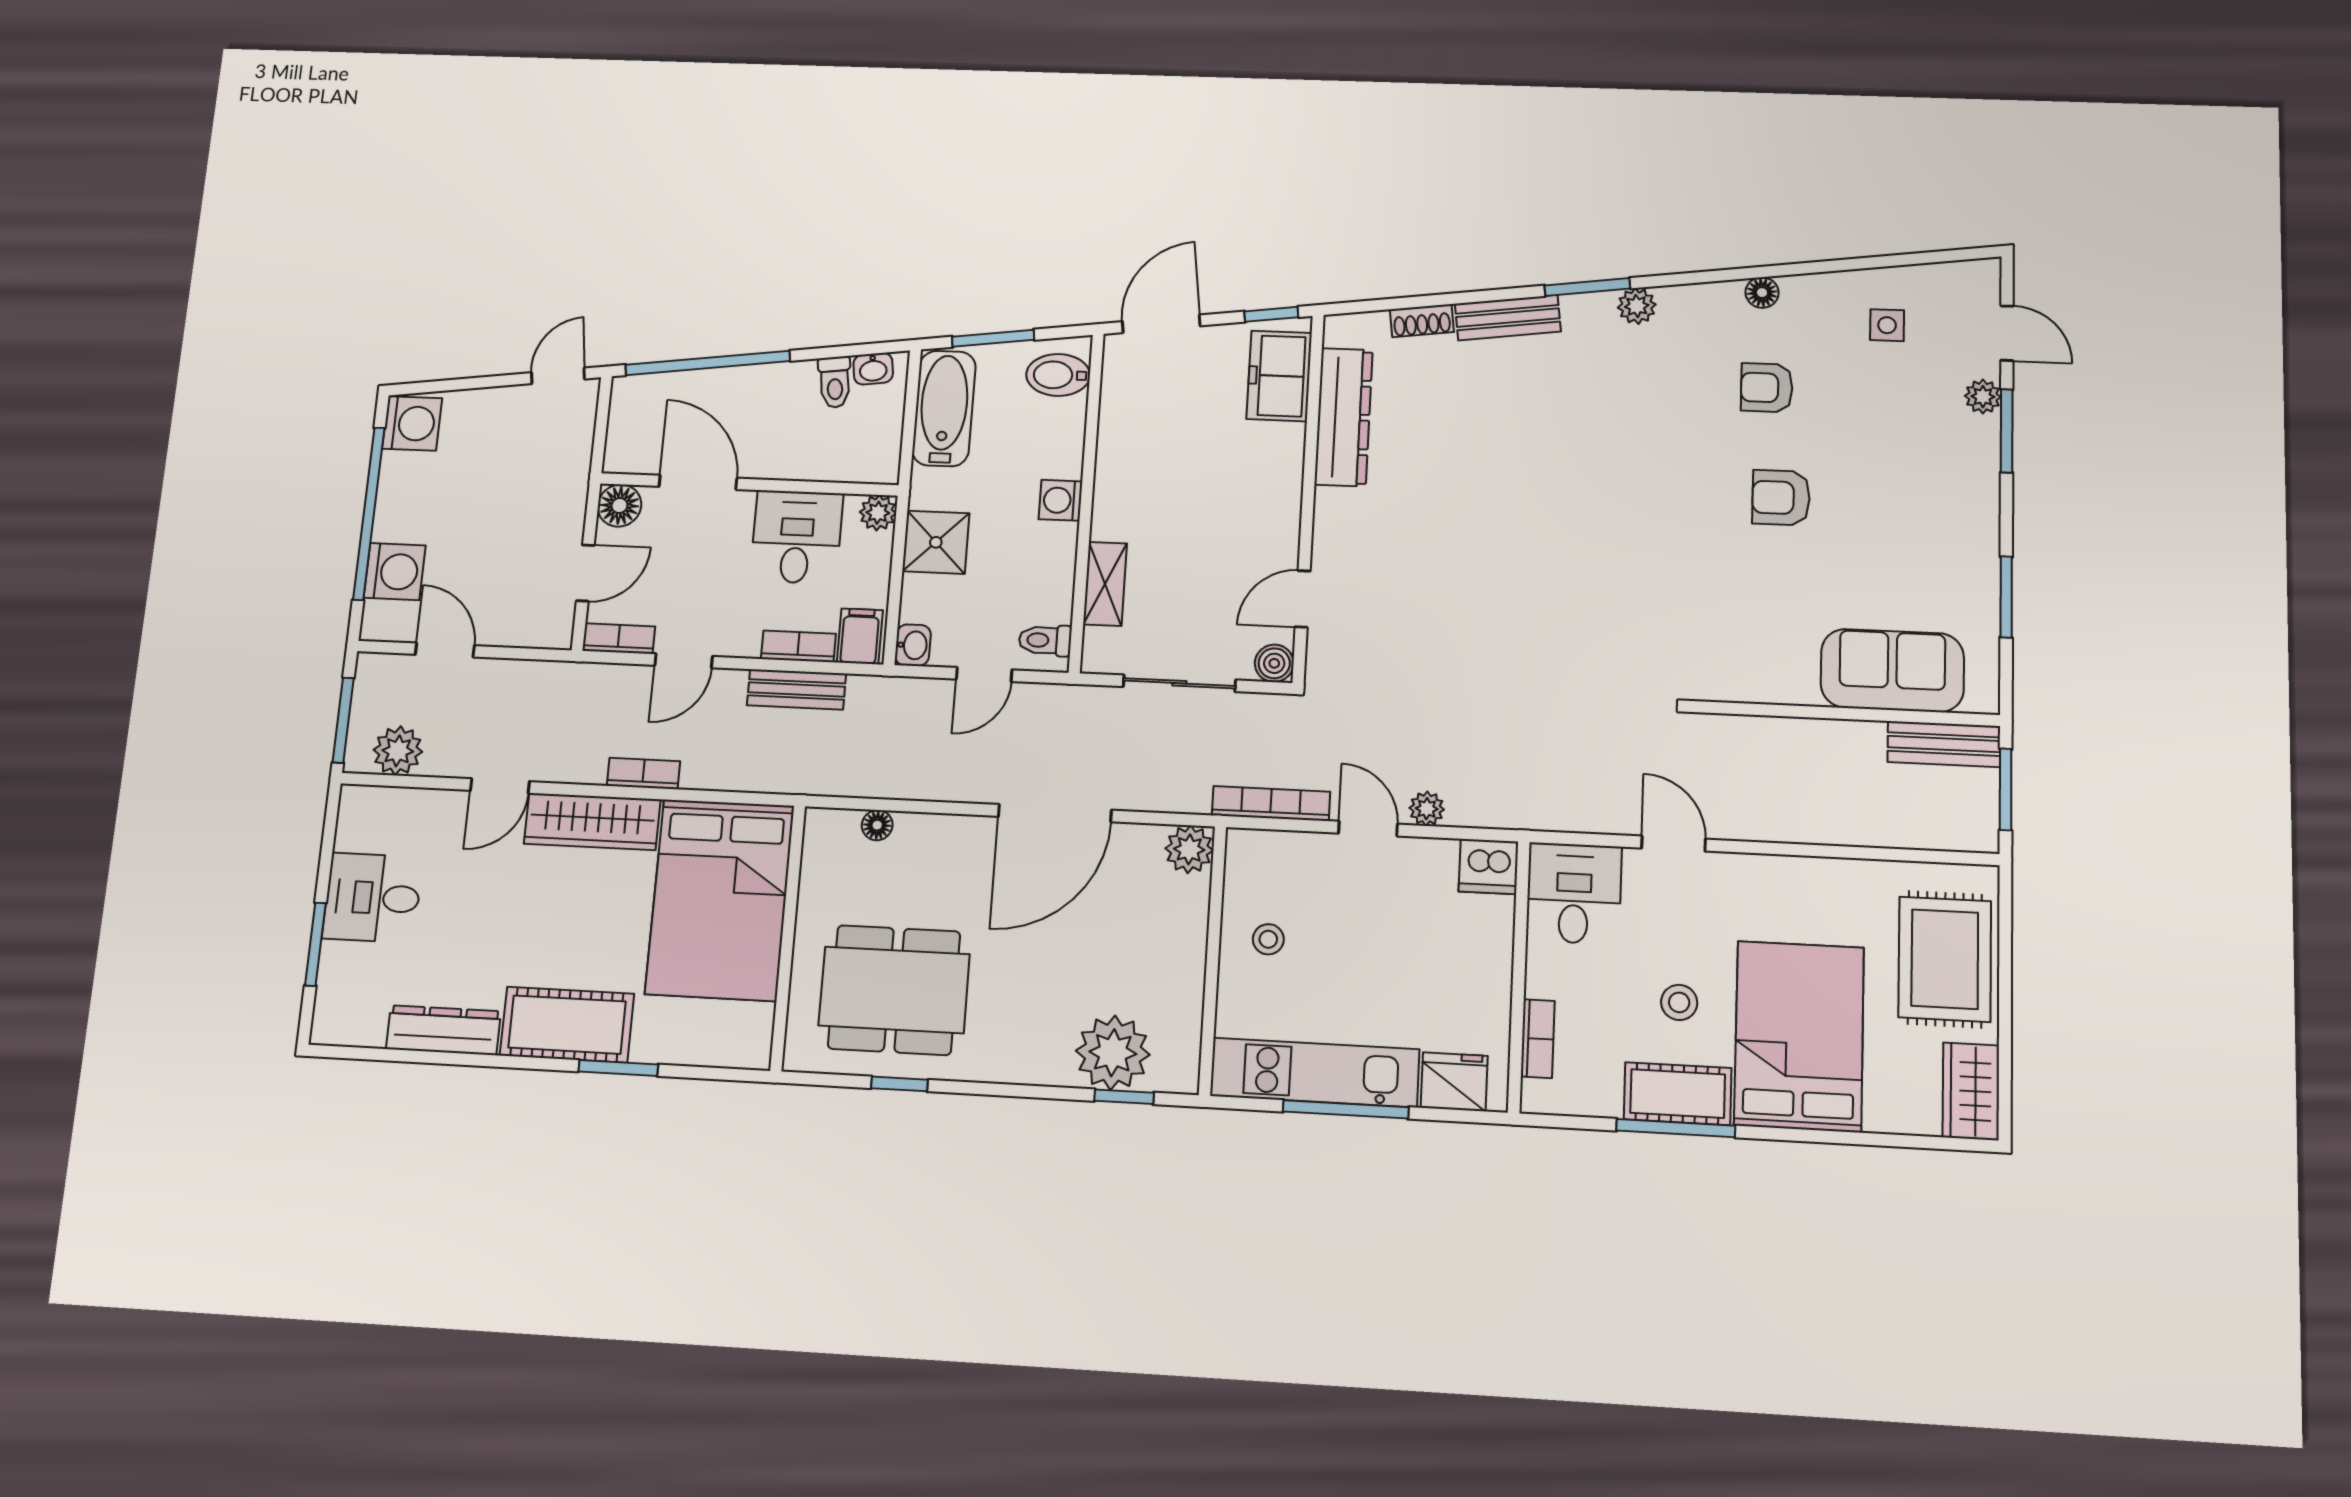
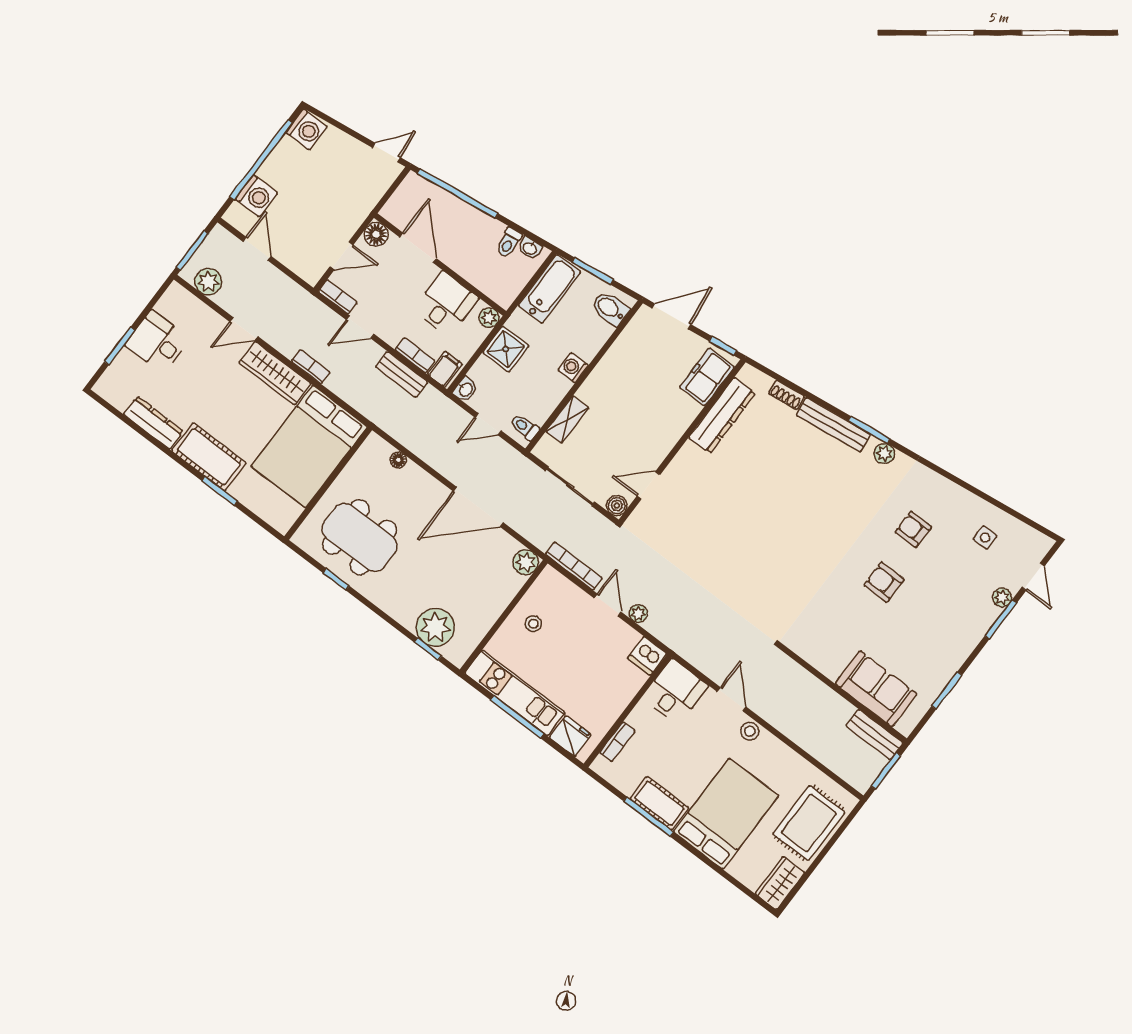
floor lamp: (1762, 293) -> (942, 485), removed
bench: (1508, 318) -> (833, 425), width x1.36
stool: (1679, 1002) -> (750, 731), moved

